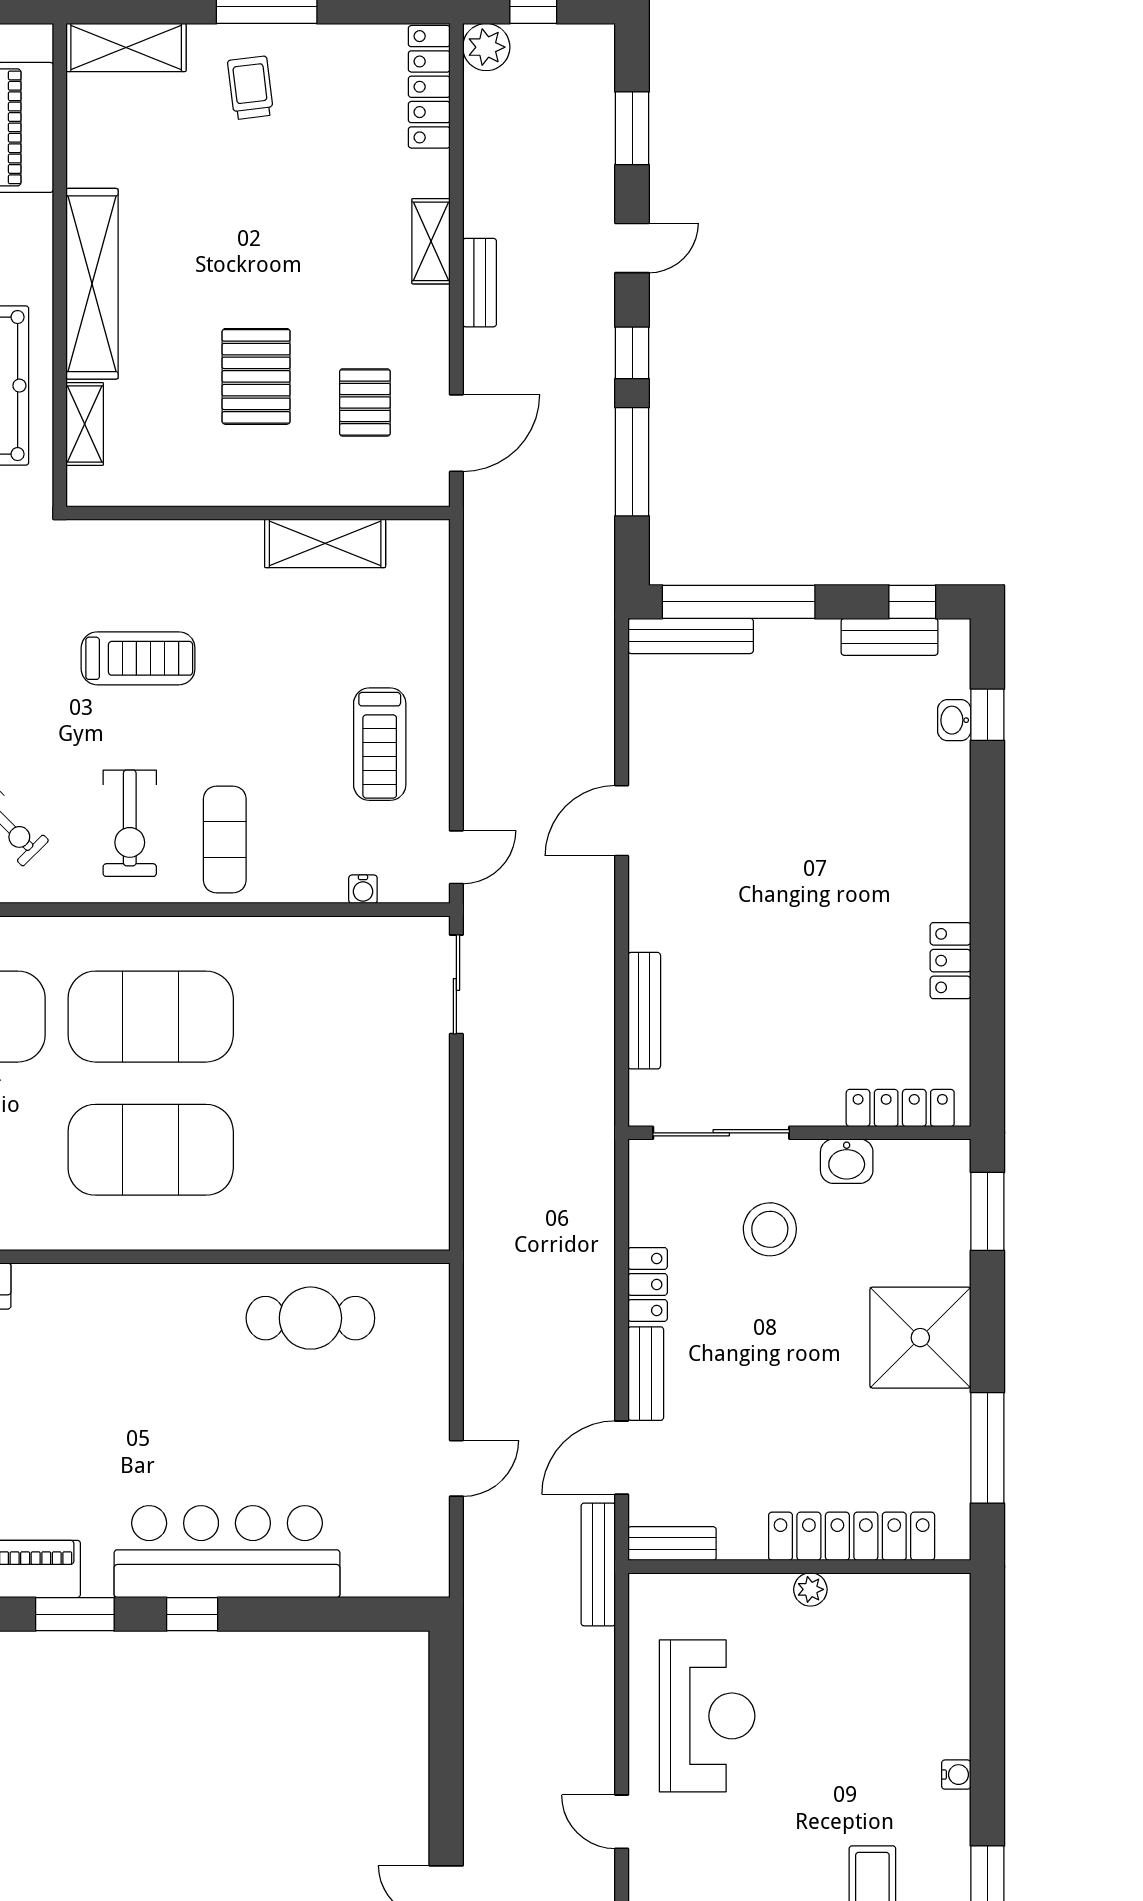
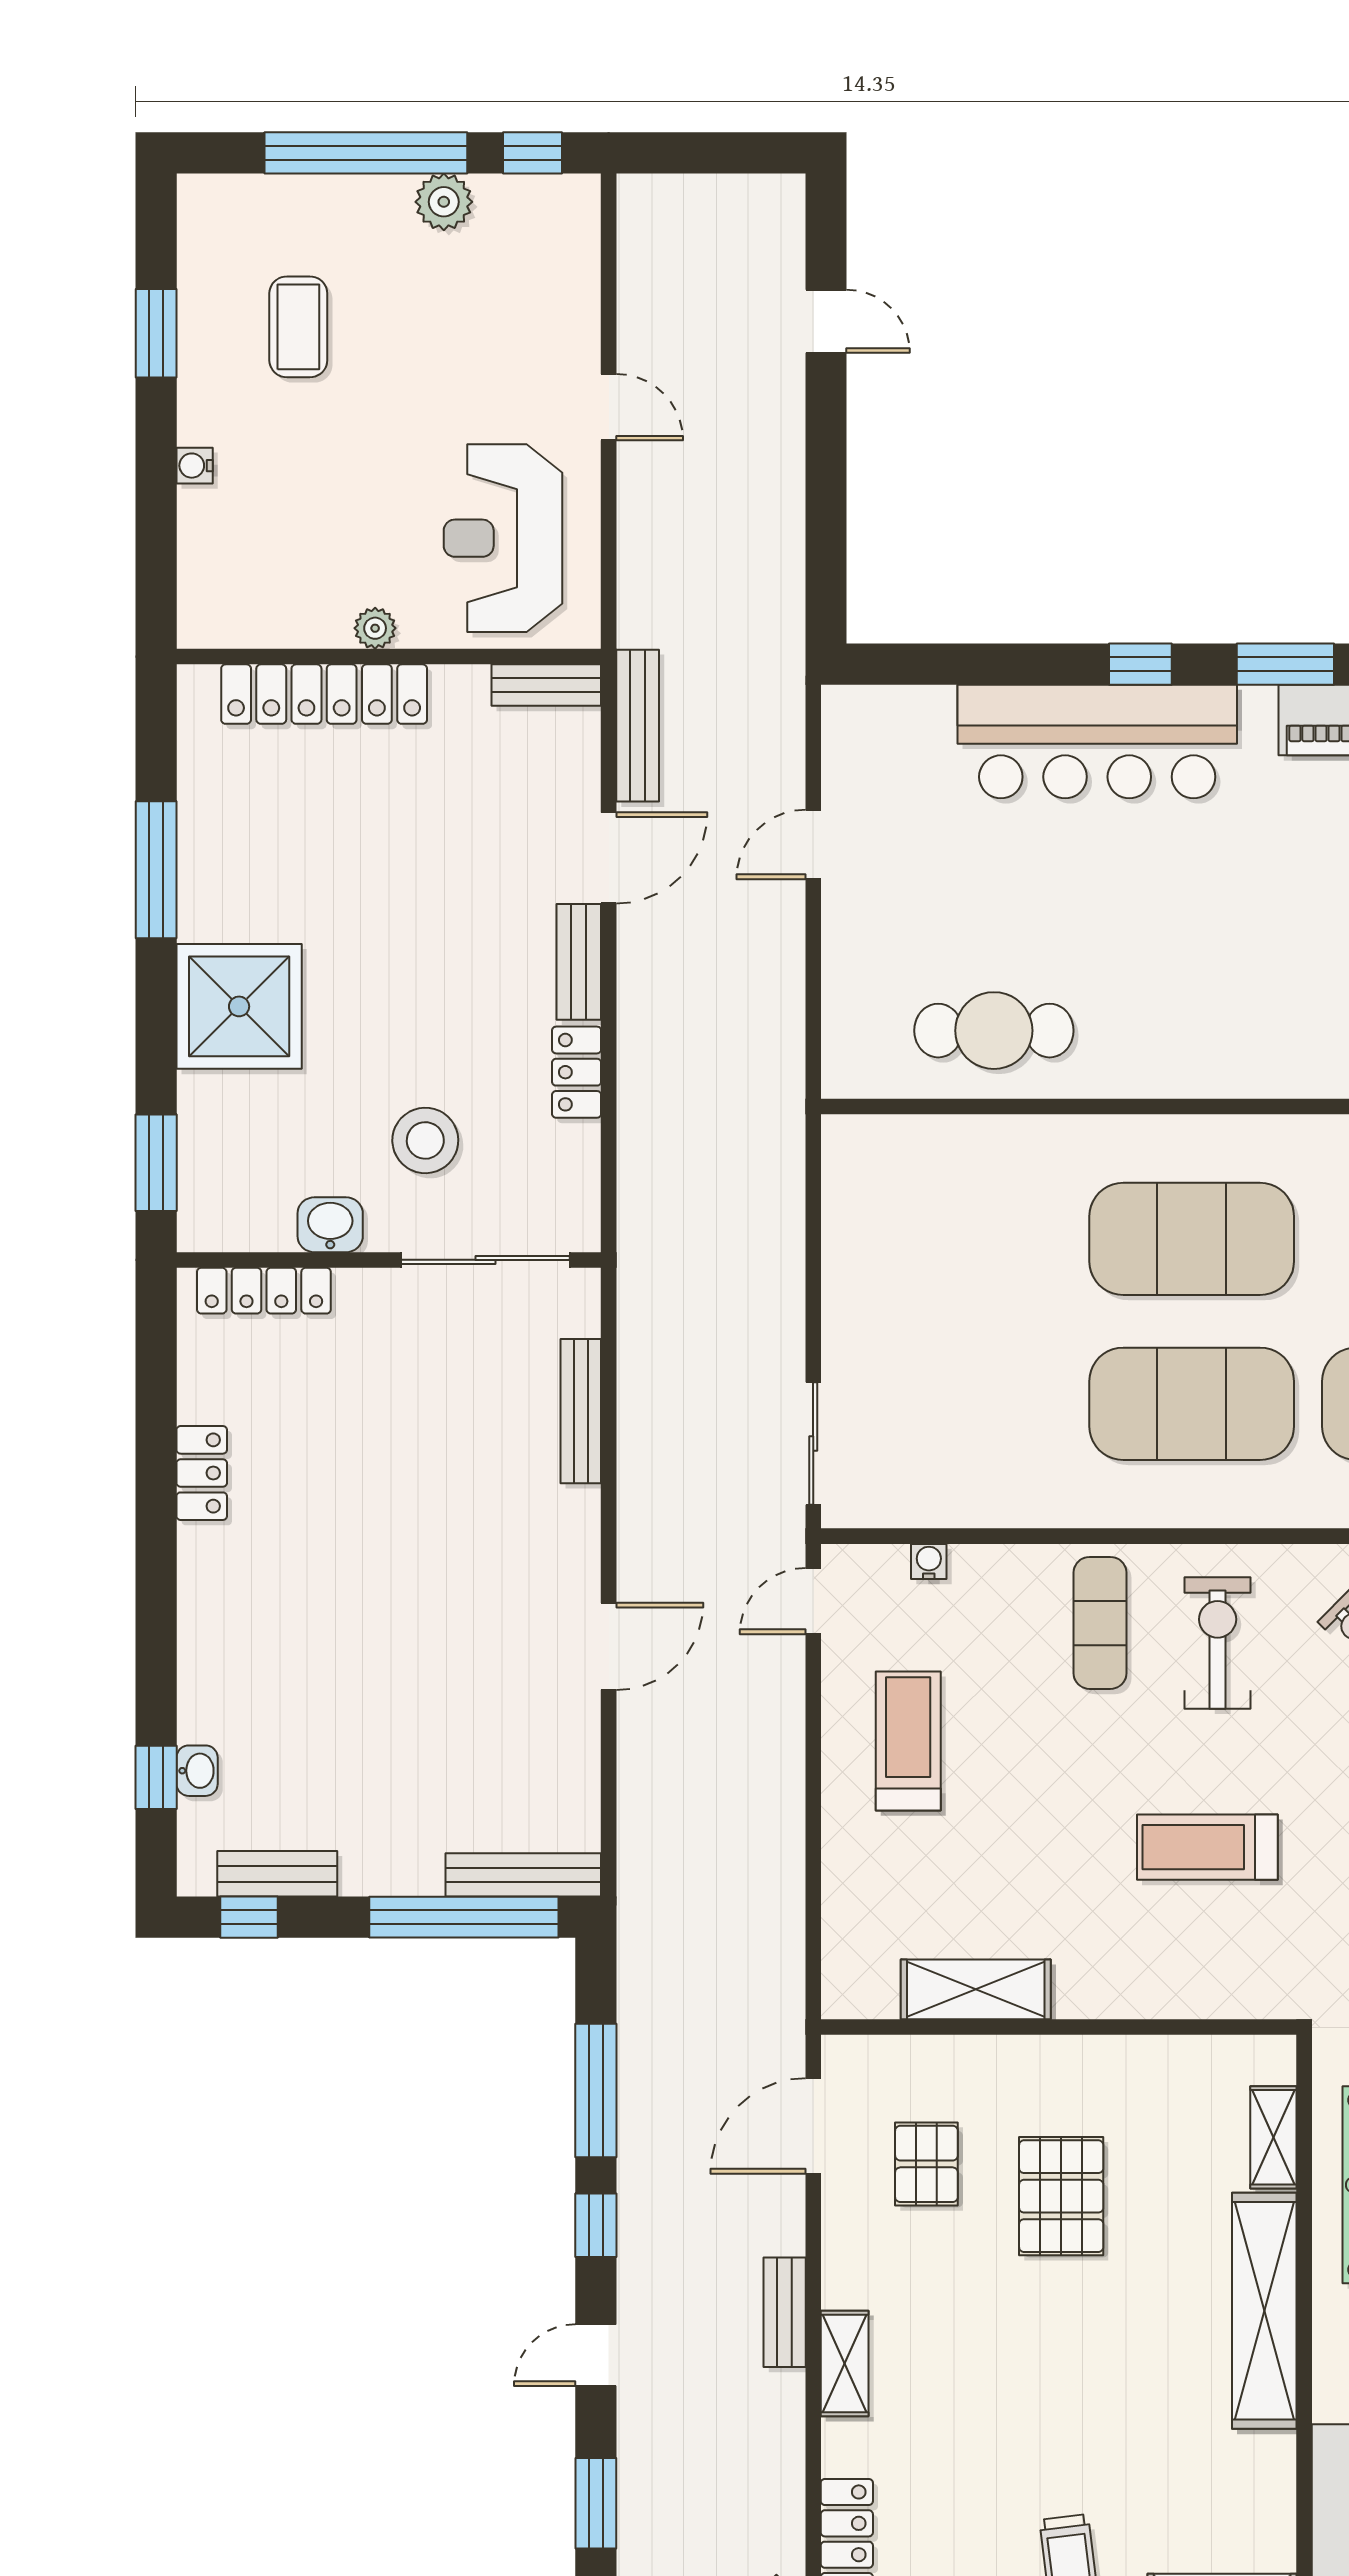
locker: (852, 1536) -> (324, 694), moved
bench: (672, 1544) -> (546, 685), moved
wall: (799, 1567) -> (389, 657), moved
plant: (810, 1589) -> (375, 628), moved

